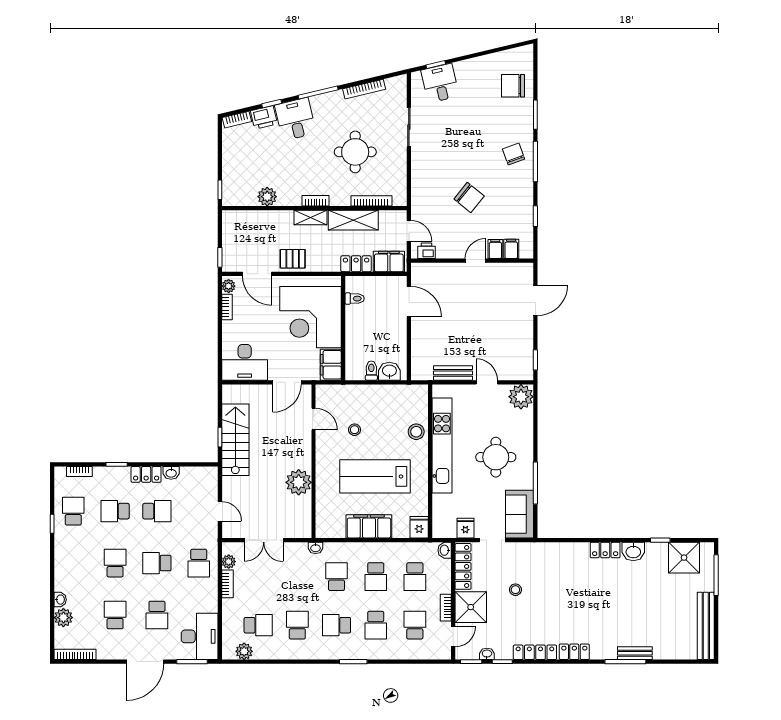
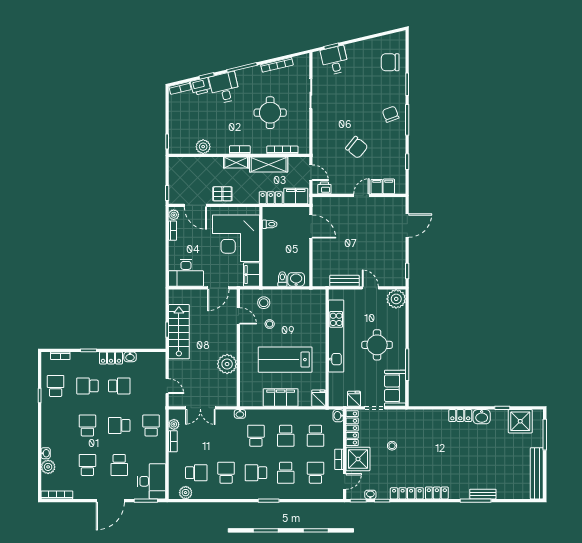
stool: (416, 432) -> (264, 303), moved
school desk: (199, 563) -> (151, 425), turned 180

